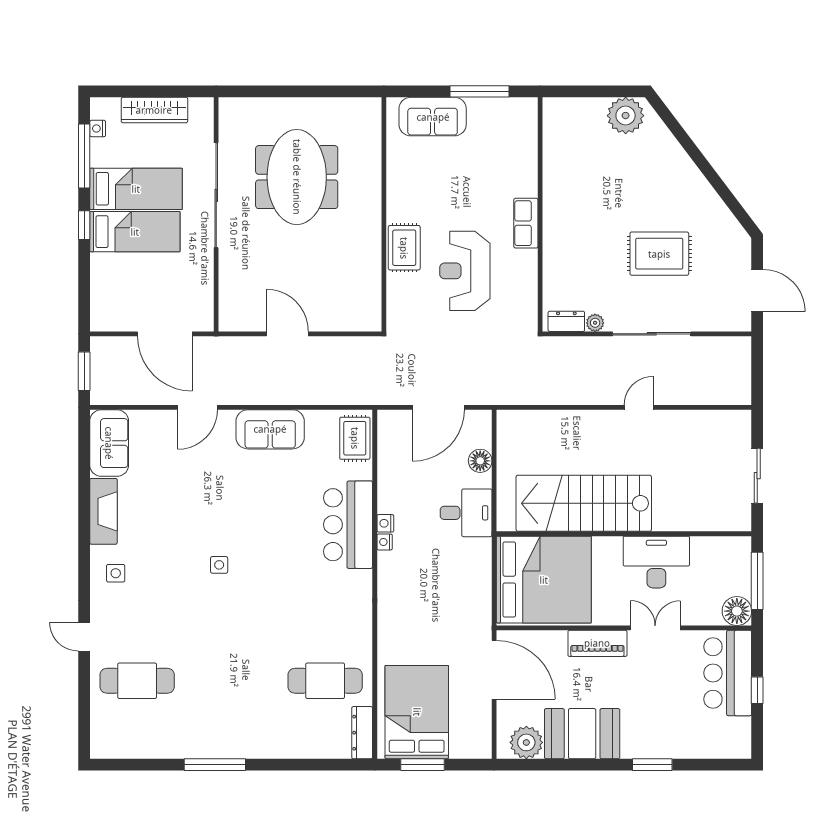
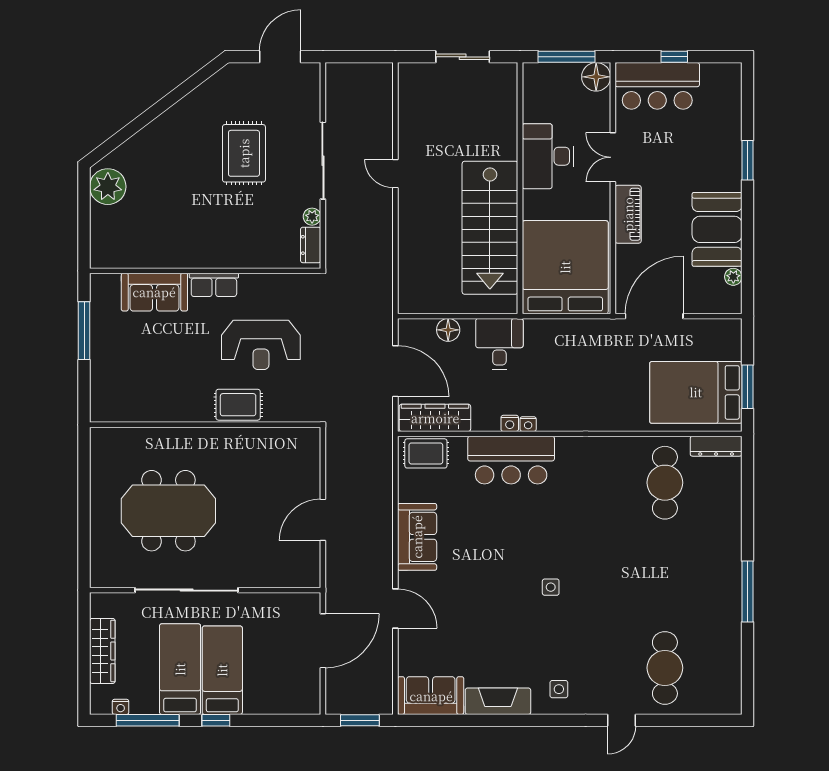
sofa: (433, 117) -> (154, 292), moved, turned 90
wardrobe: (391, 447) -> (435, 418), added
plant: (526, 742) -> (733, 277), width x0.53, depth x0.53

